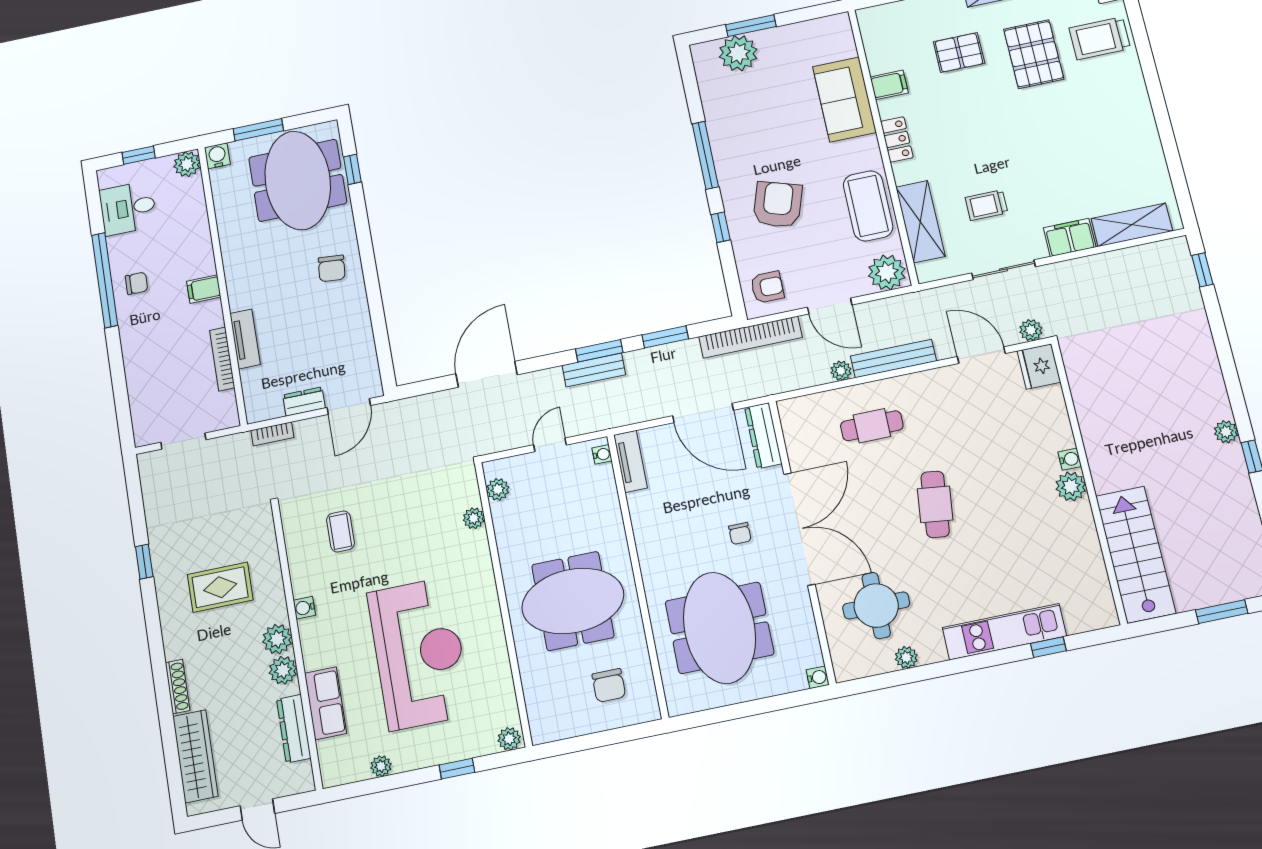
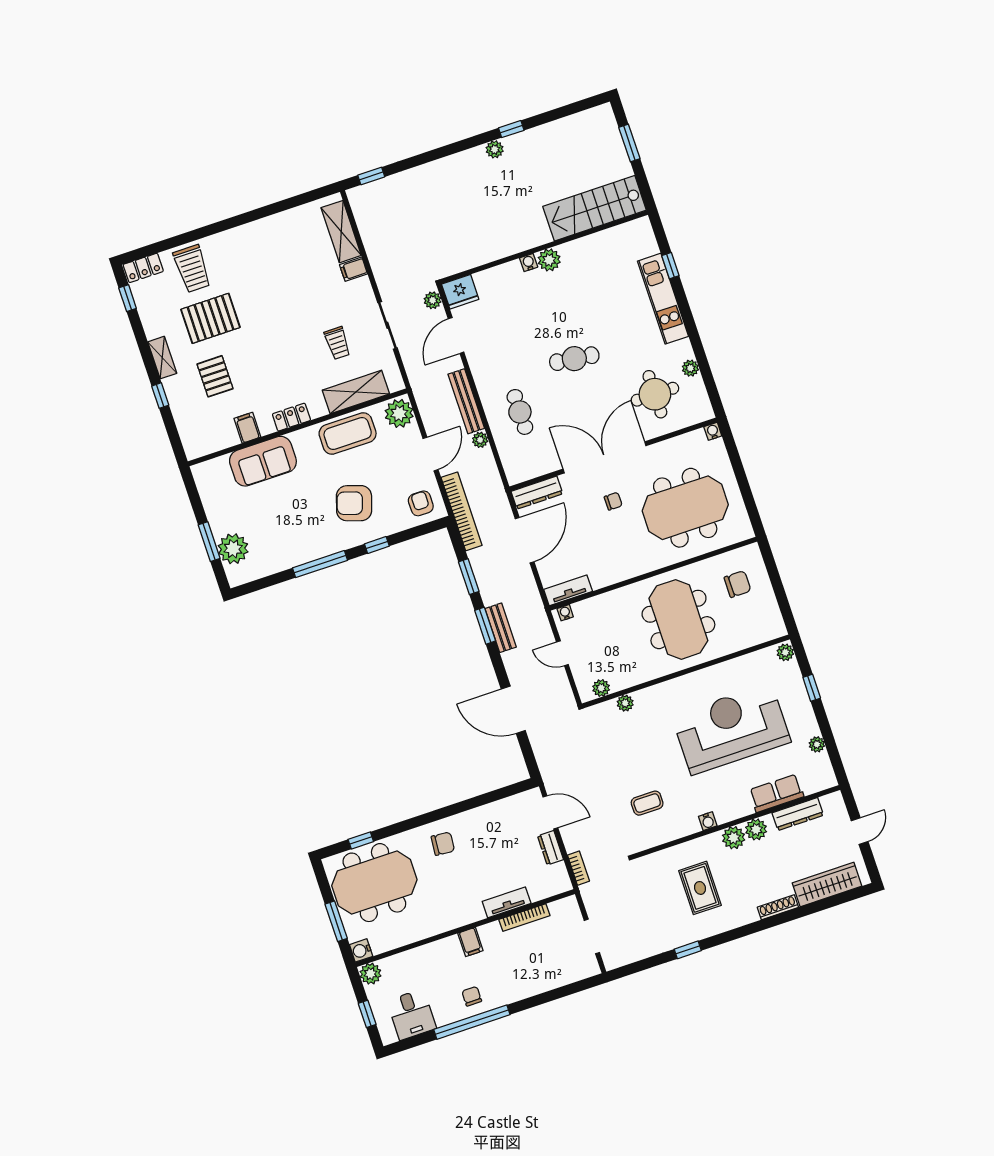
filing cabinet: (1070, 237) -> (354, 269), width x0.50

